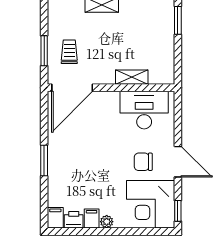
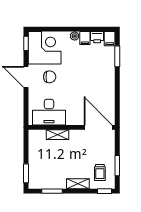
window: (44, 51) -> (117, 166), moved
trolley: (69, 52) -> (100, 173), moved
door: (72, 88) -> (98, 127), hinge flipped
window: (44, 160) -> (117, 56), moved

